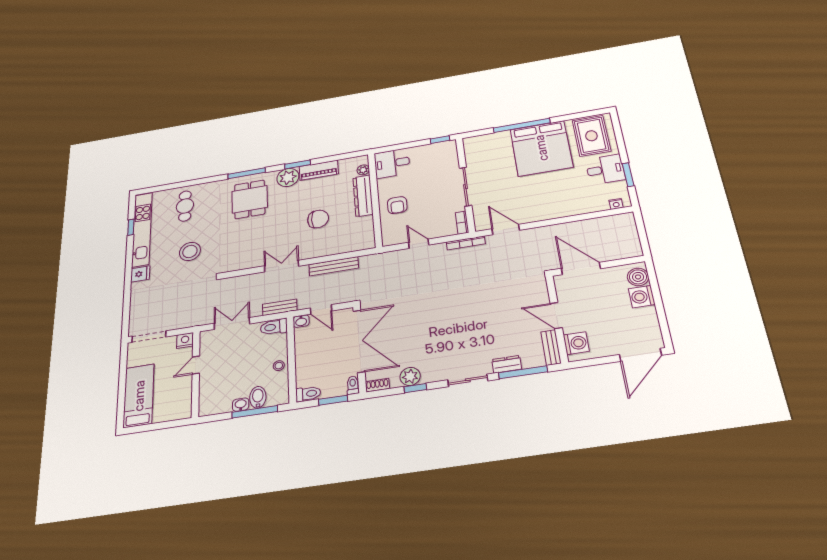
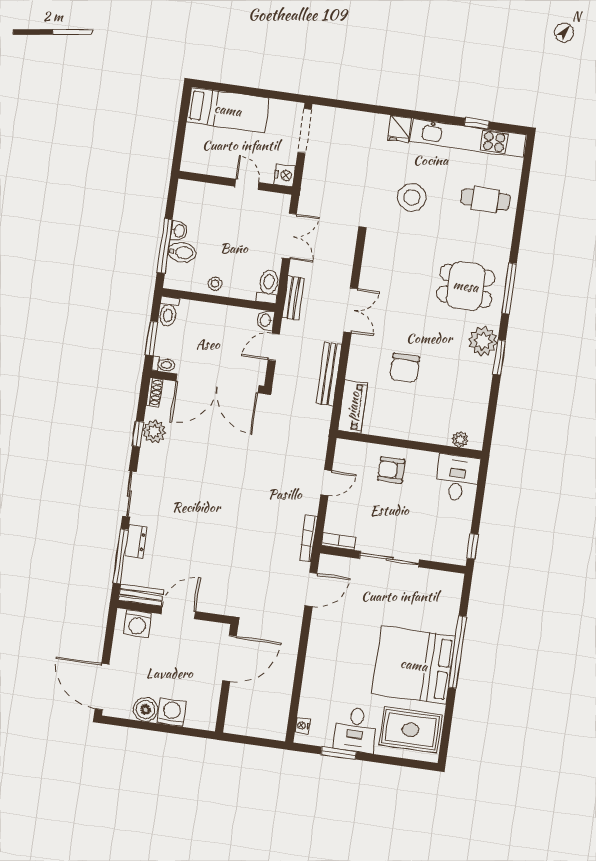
piano: (319, 170) -> (353, 406), moved, turned 180
dresser: (363, 196) -> (420, 431), removed
boiler: (638, 277) -> (145, 709), moved

